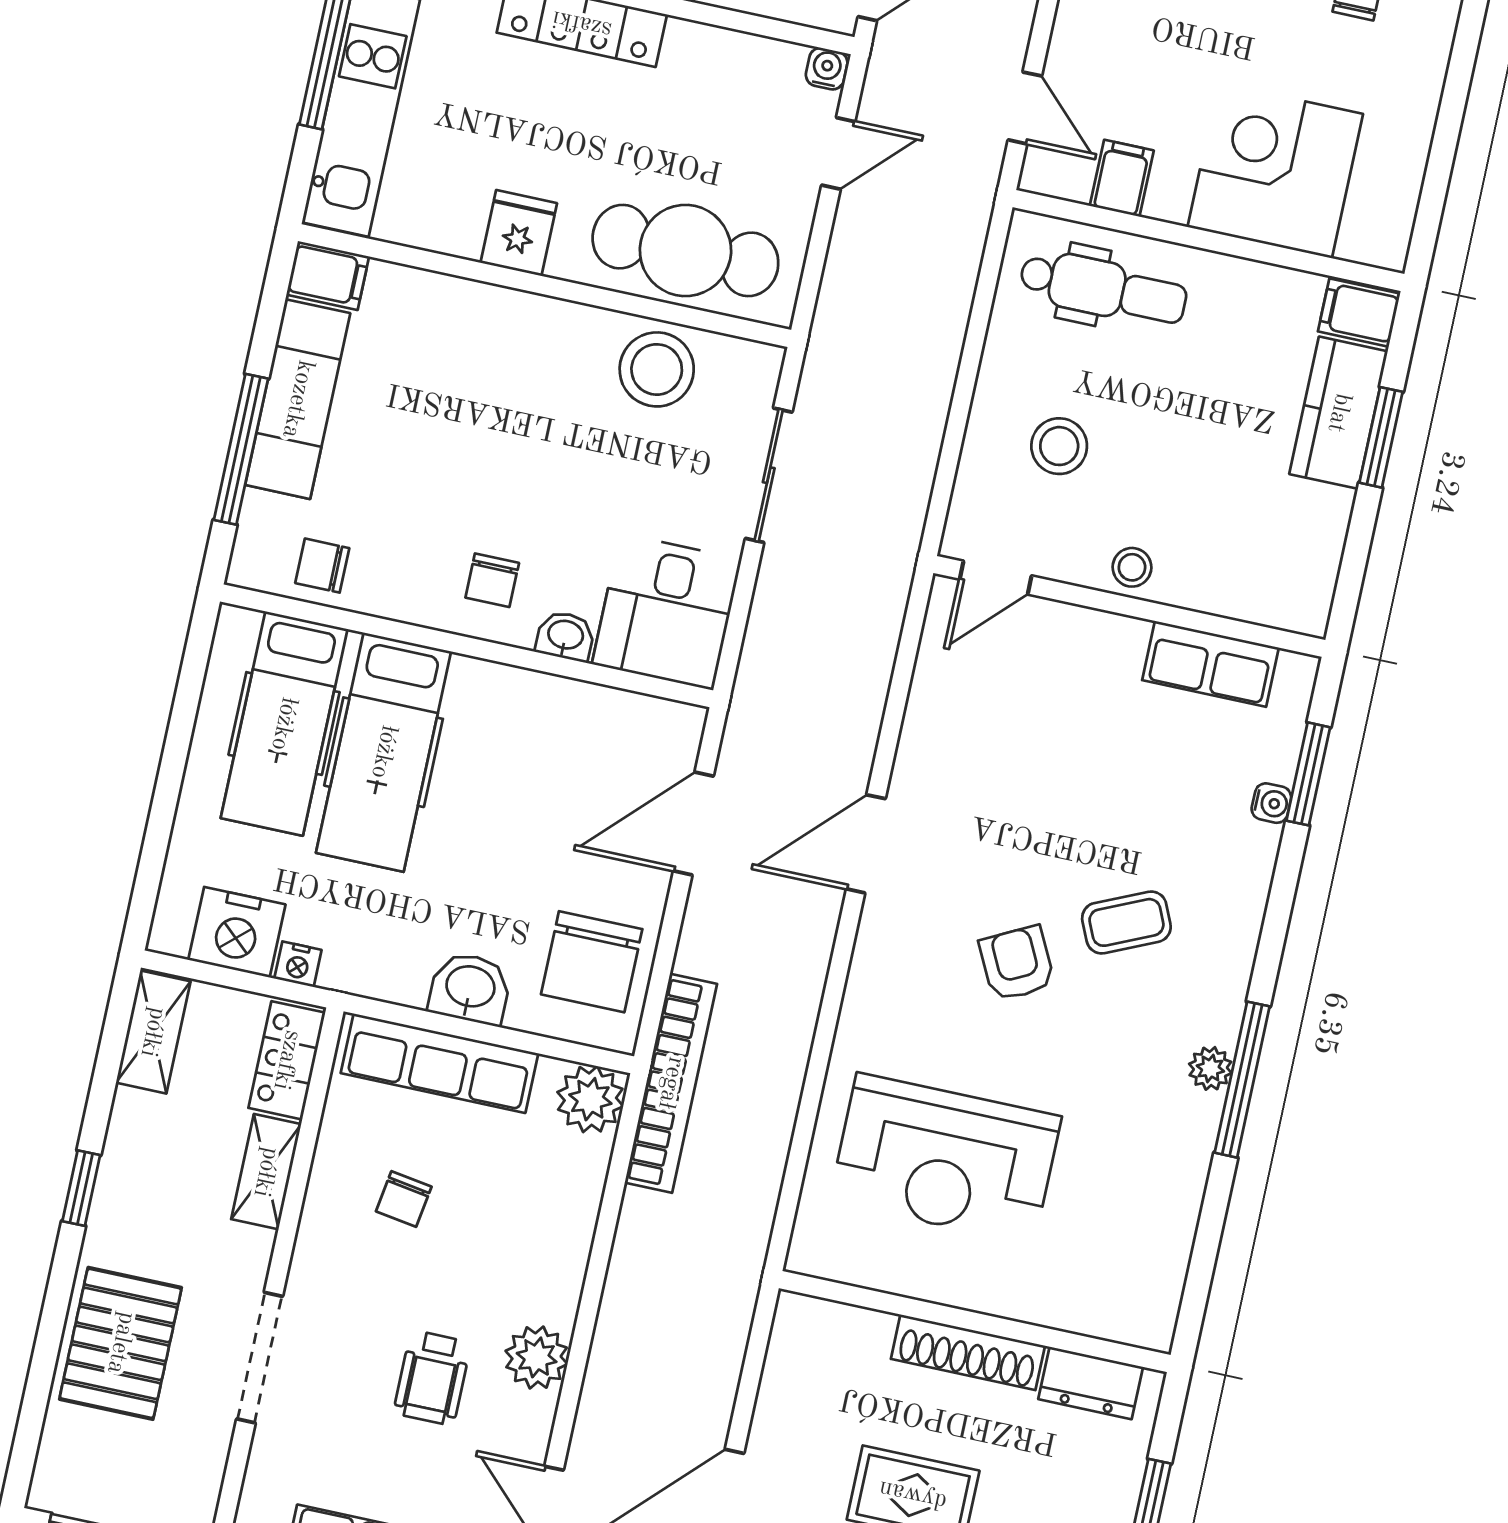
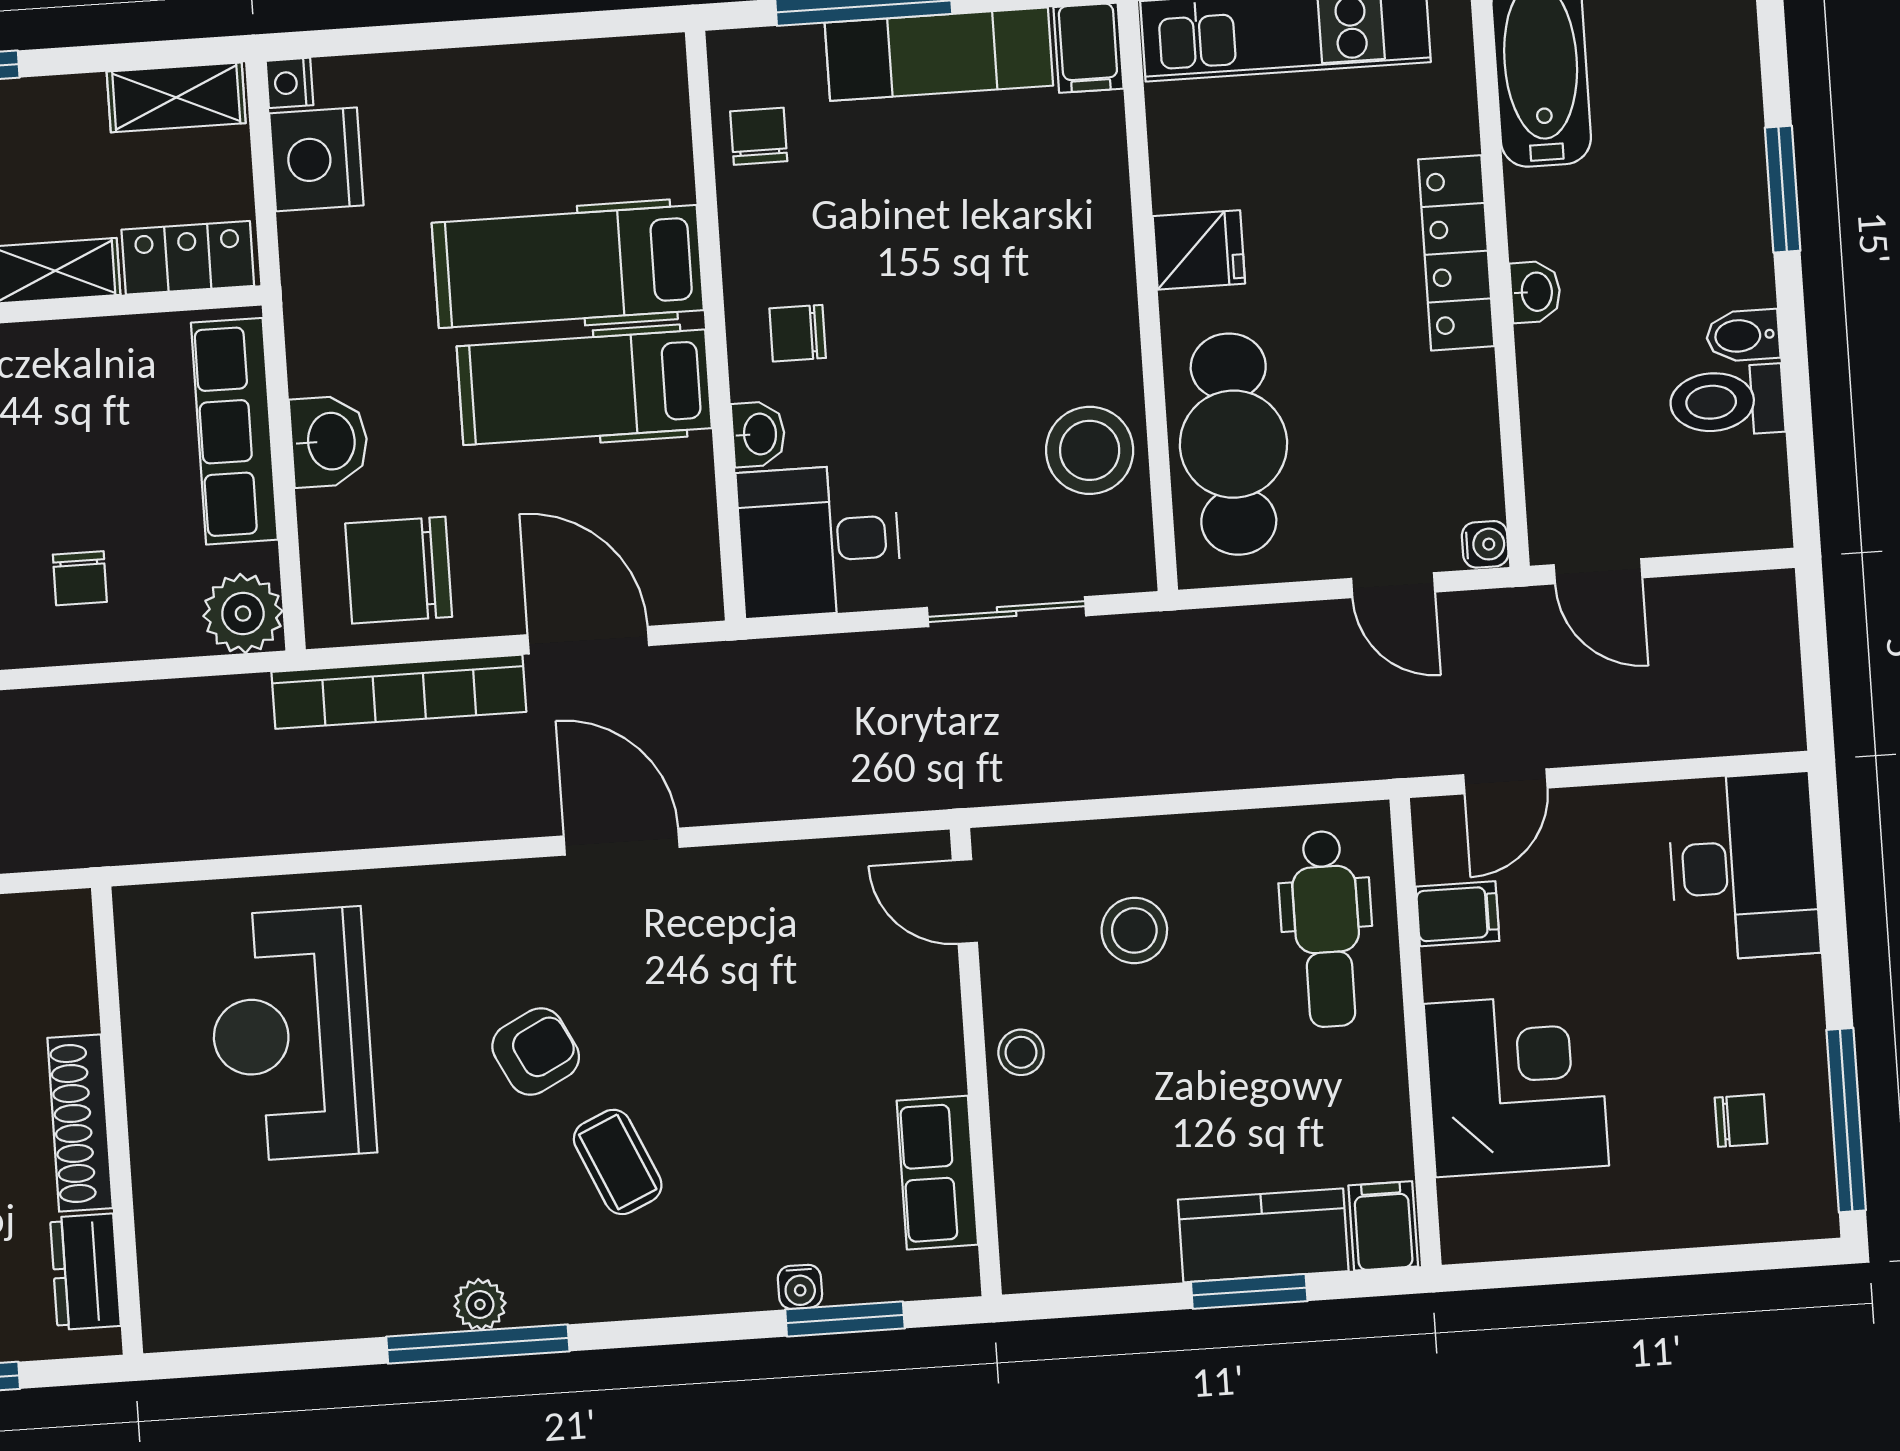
hospital bed: (284, 724) -> (584, 387), moved
nightstand: (298, 964) -> (289, 83), moved
bookcase: (671, 1083) -> (399, 692), moved
chair: (404, 1199) -> (80, 578), moved, turned -99

